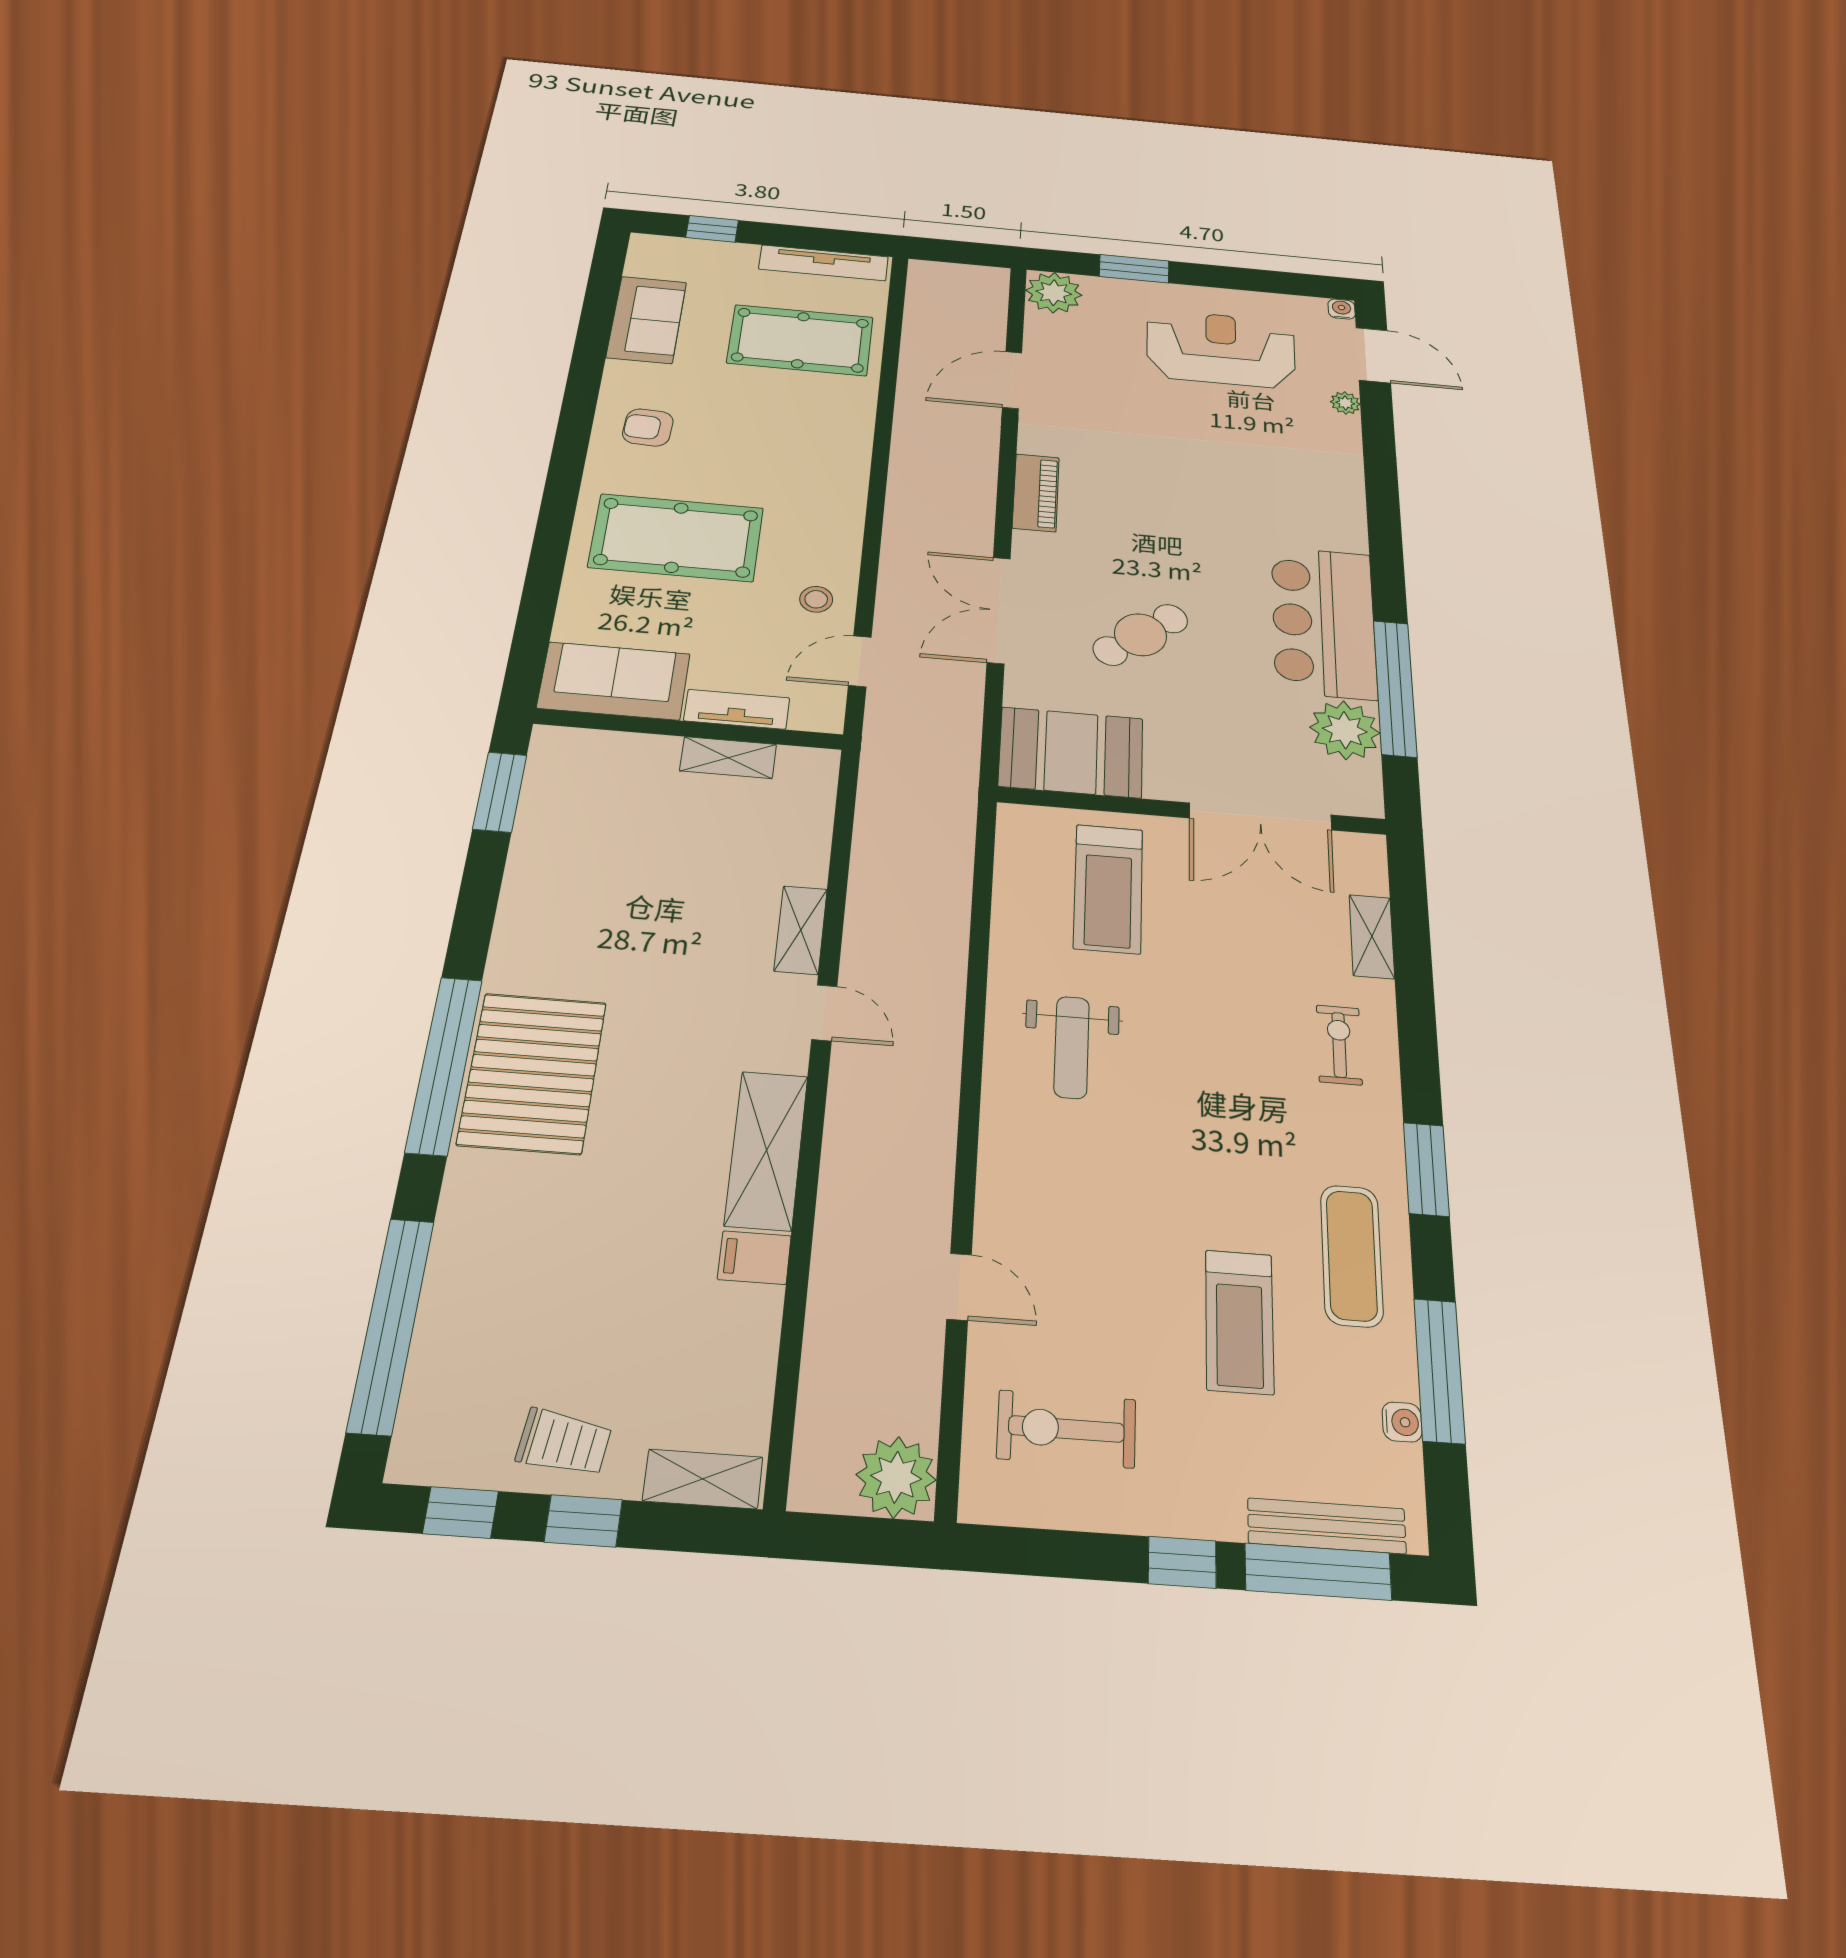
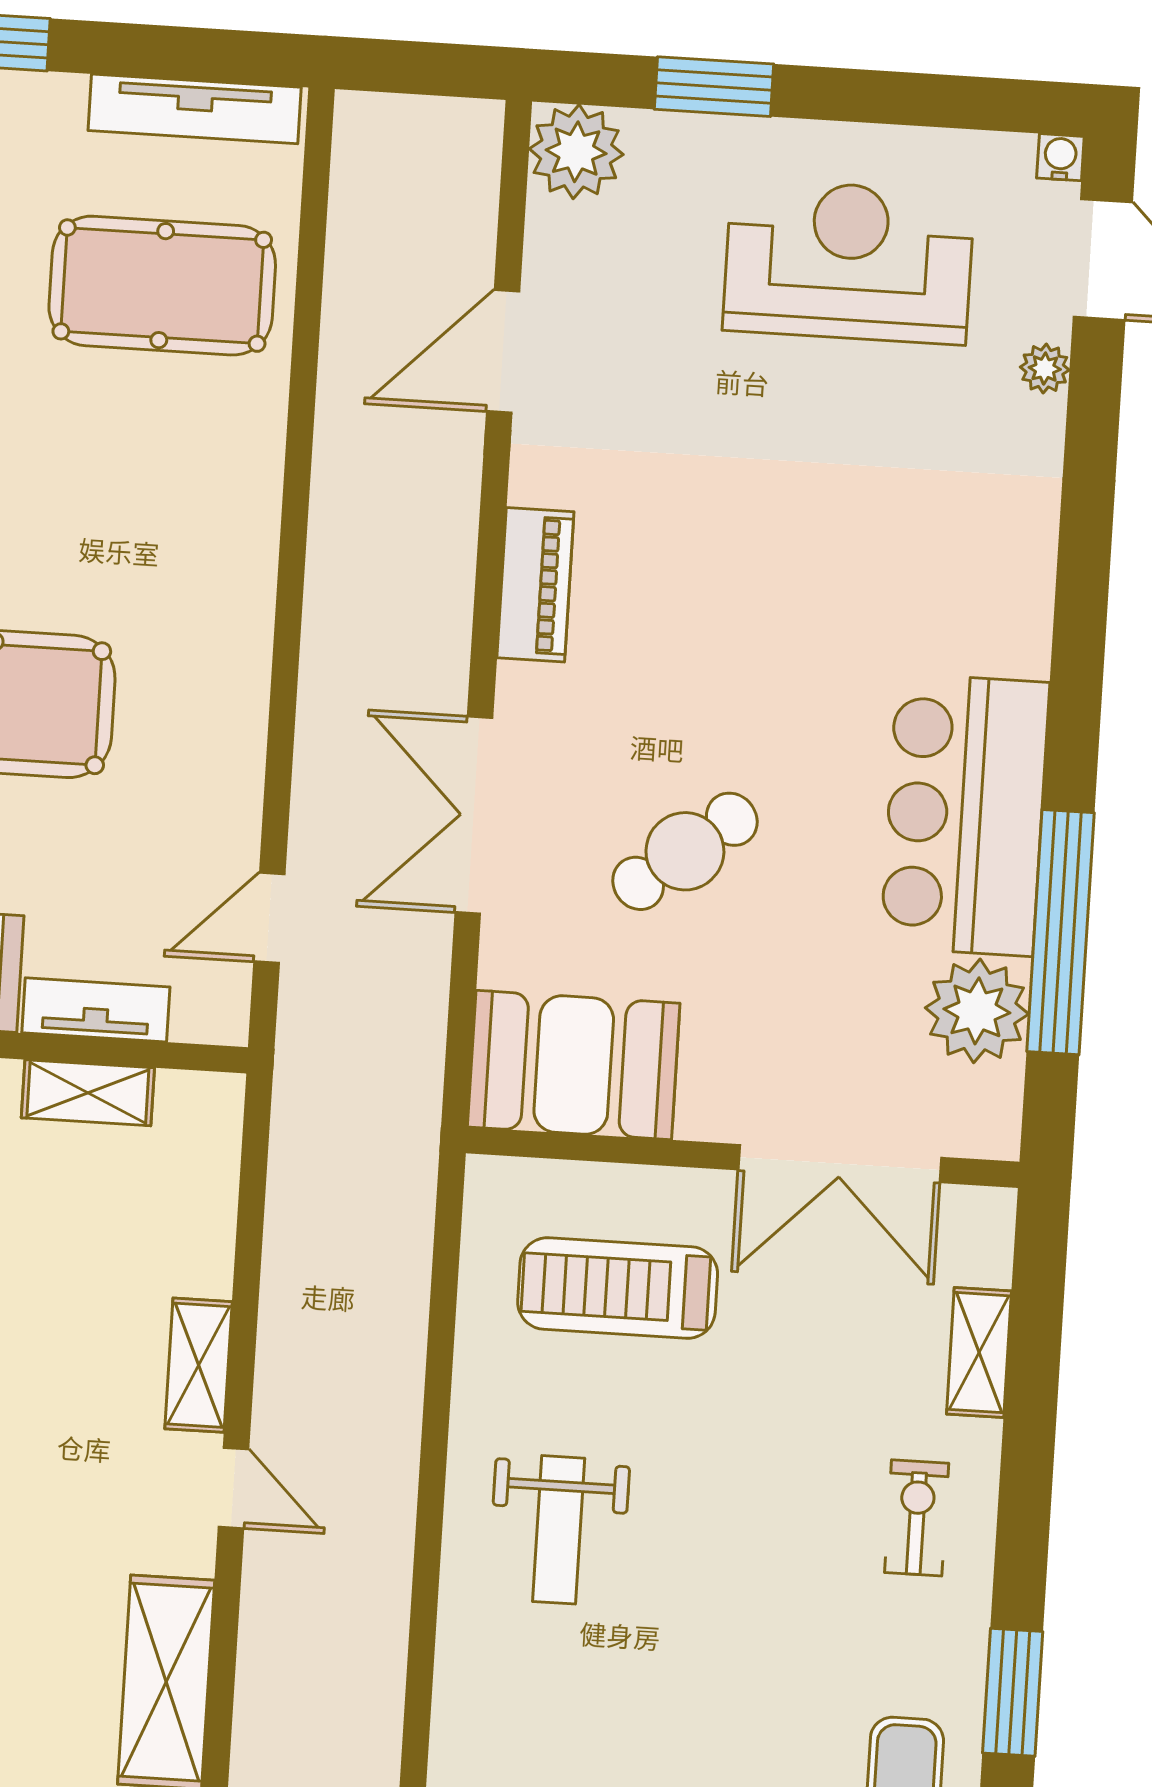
stool: (816, 599) -> (203, 808), removed
treadmill: (1108, 888) -> (618, 1288), turned 90

